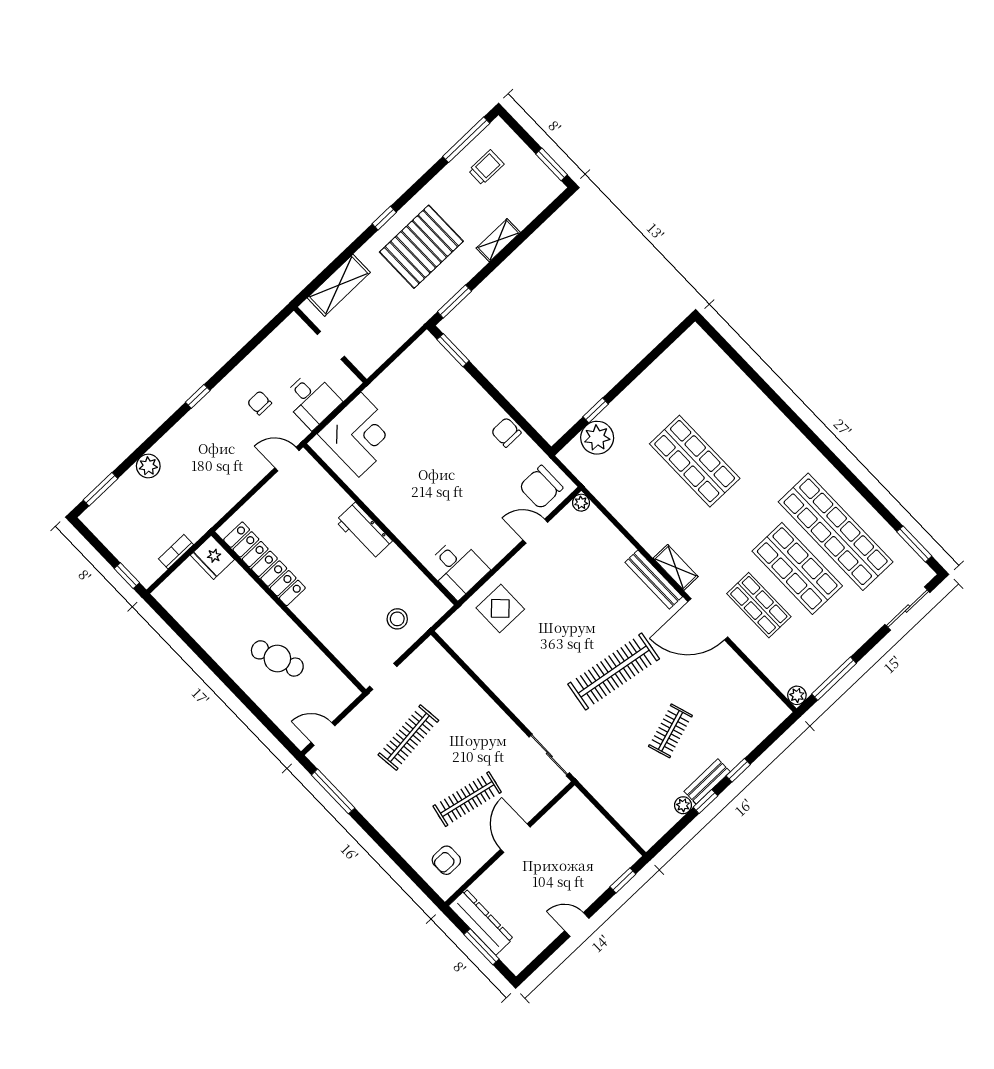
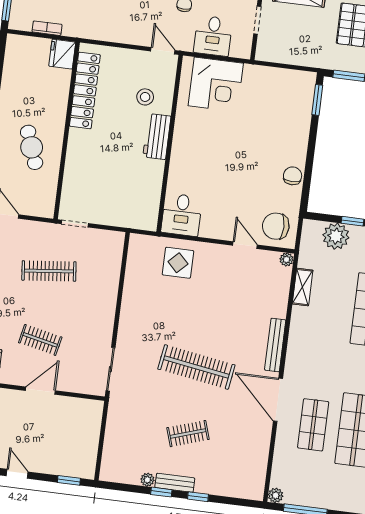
shelving: (676, 567) -> (303, 287), moved
stool: (397, 619) -> (145, 97), moved
clothes rail: (467, 799) -> (40, 340), width x0.73

